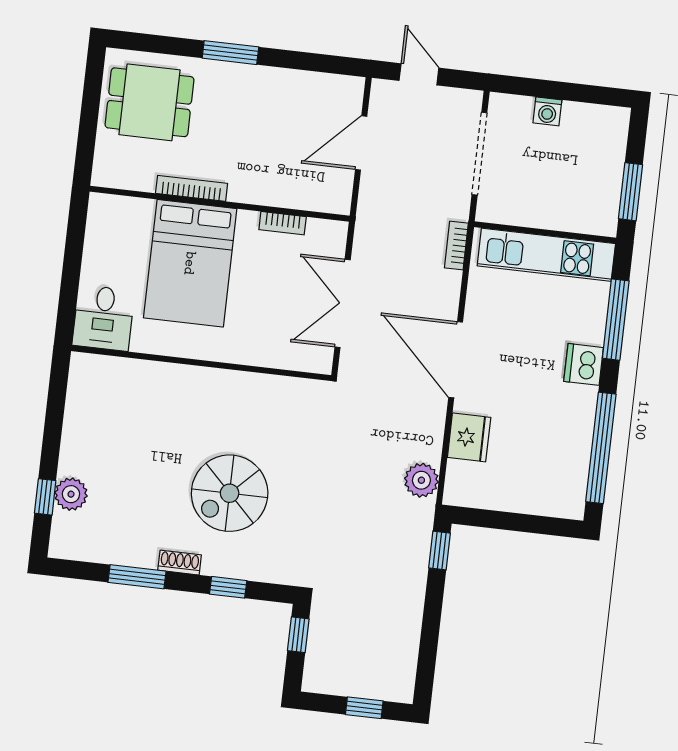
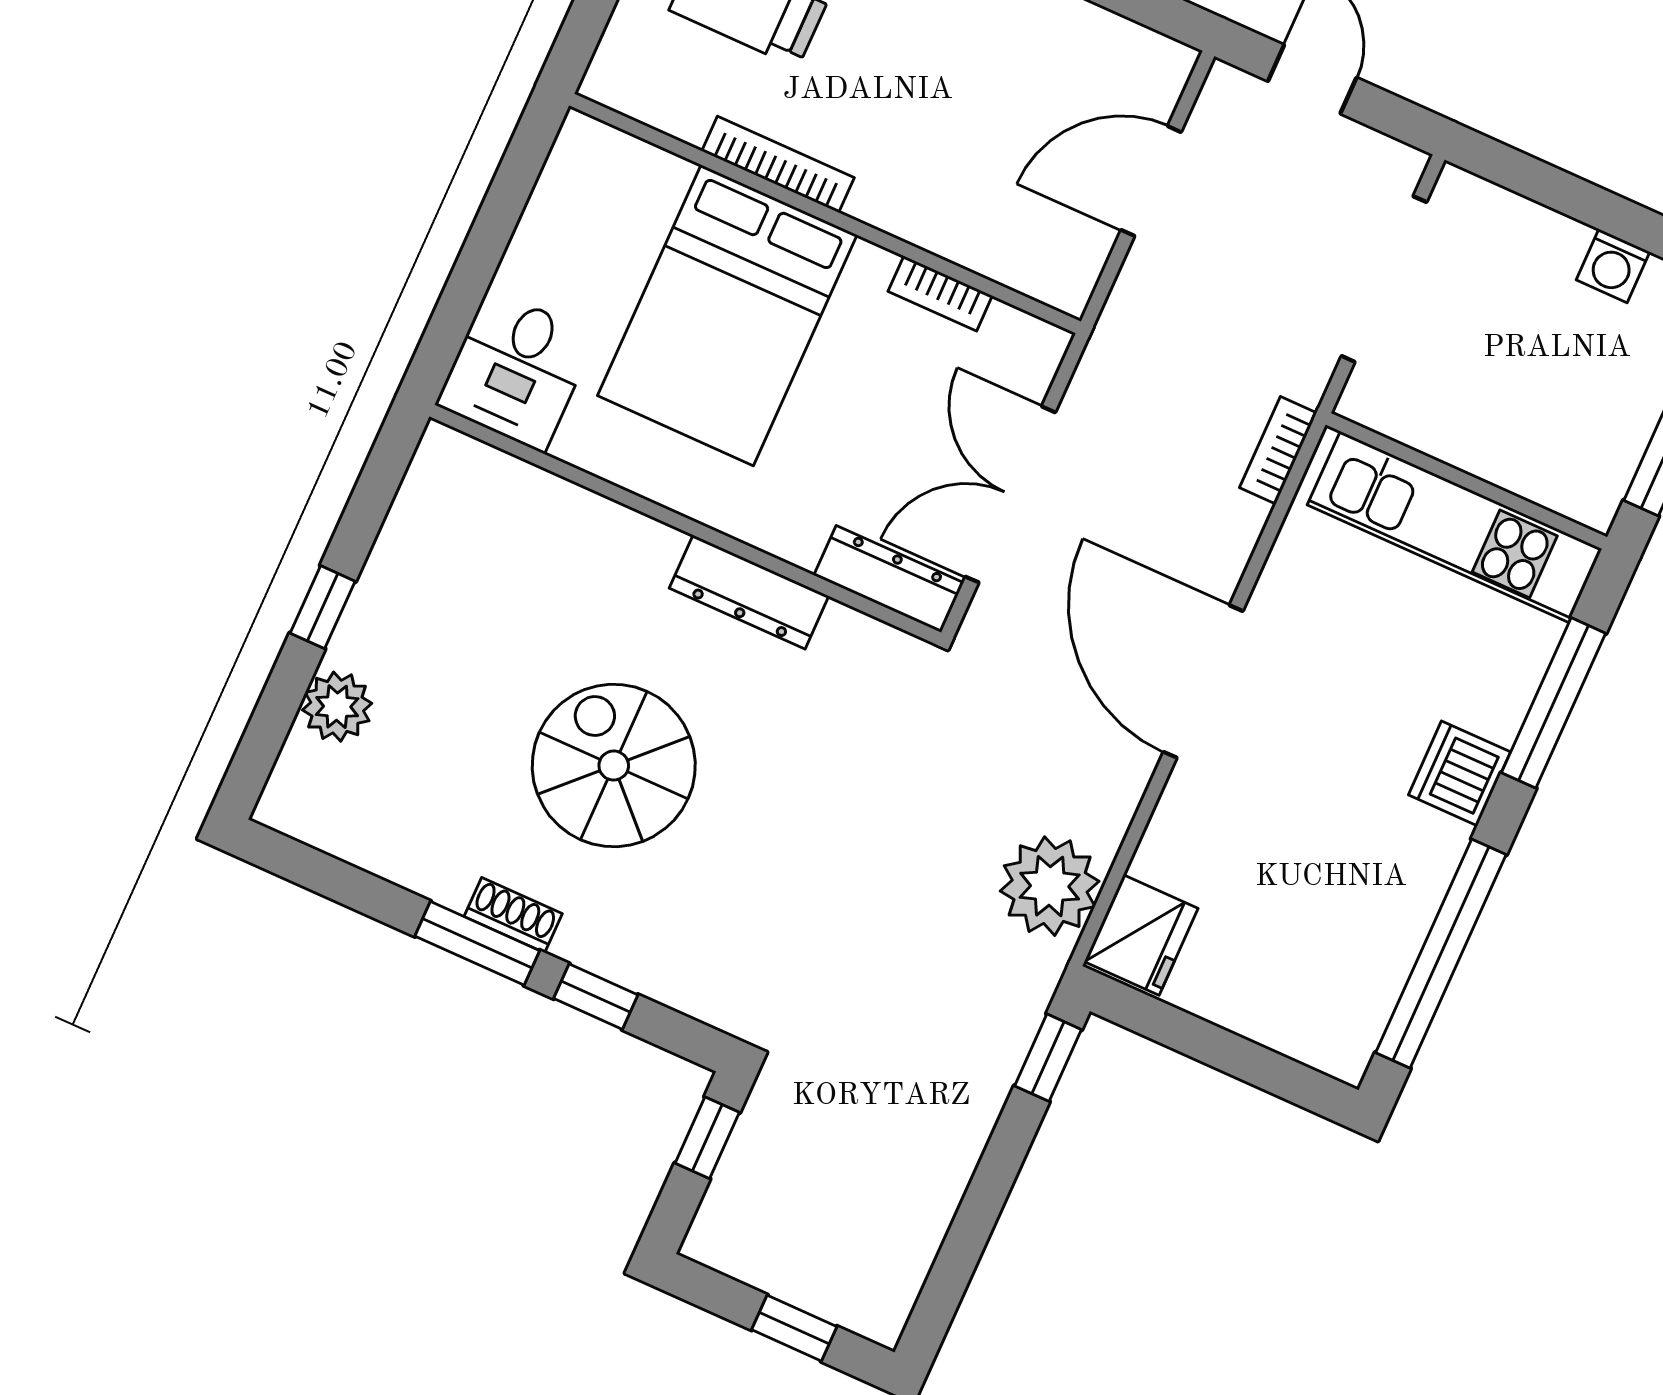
washing machine: (547, 111) -> (1613, 266), moved
dresser: (300, 359) -> (889, 579), added
dresser: (239, 384) -> (749, 592), added
fridge: (469, 437) -> (1141, 935), moved
plant: (421, 480) -> (1050, 886), width x1.36, depth x1.36
spiral stairs: (230, 493) -> (614, 766), moved, turned 90
window: (45, 497) -> (323, 607), moved
window: (137, 577) -> (477, 943), moved

